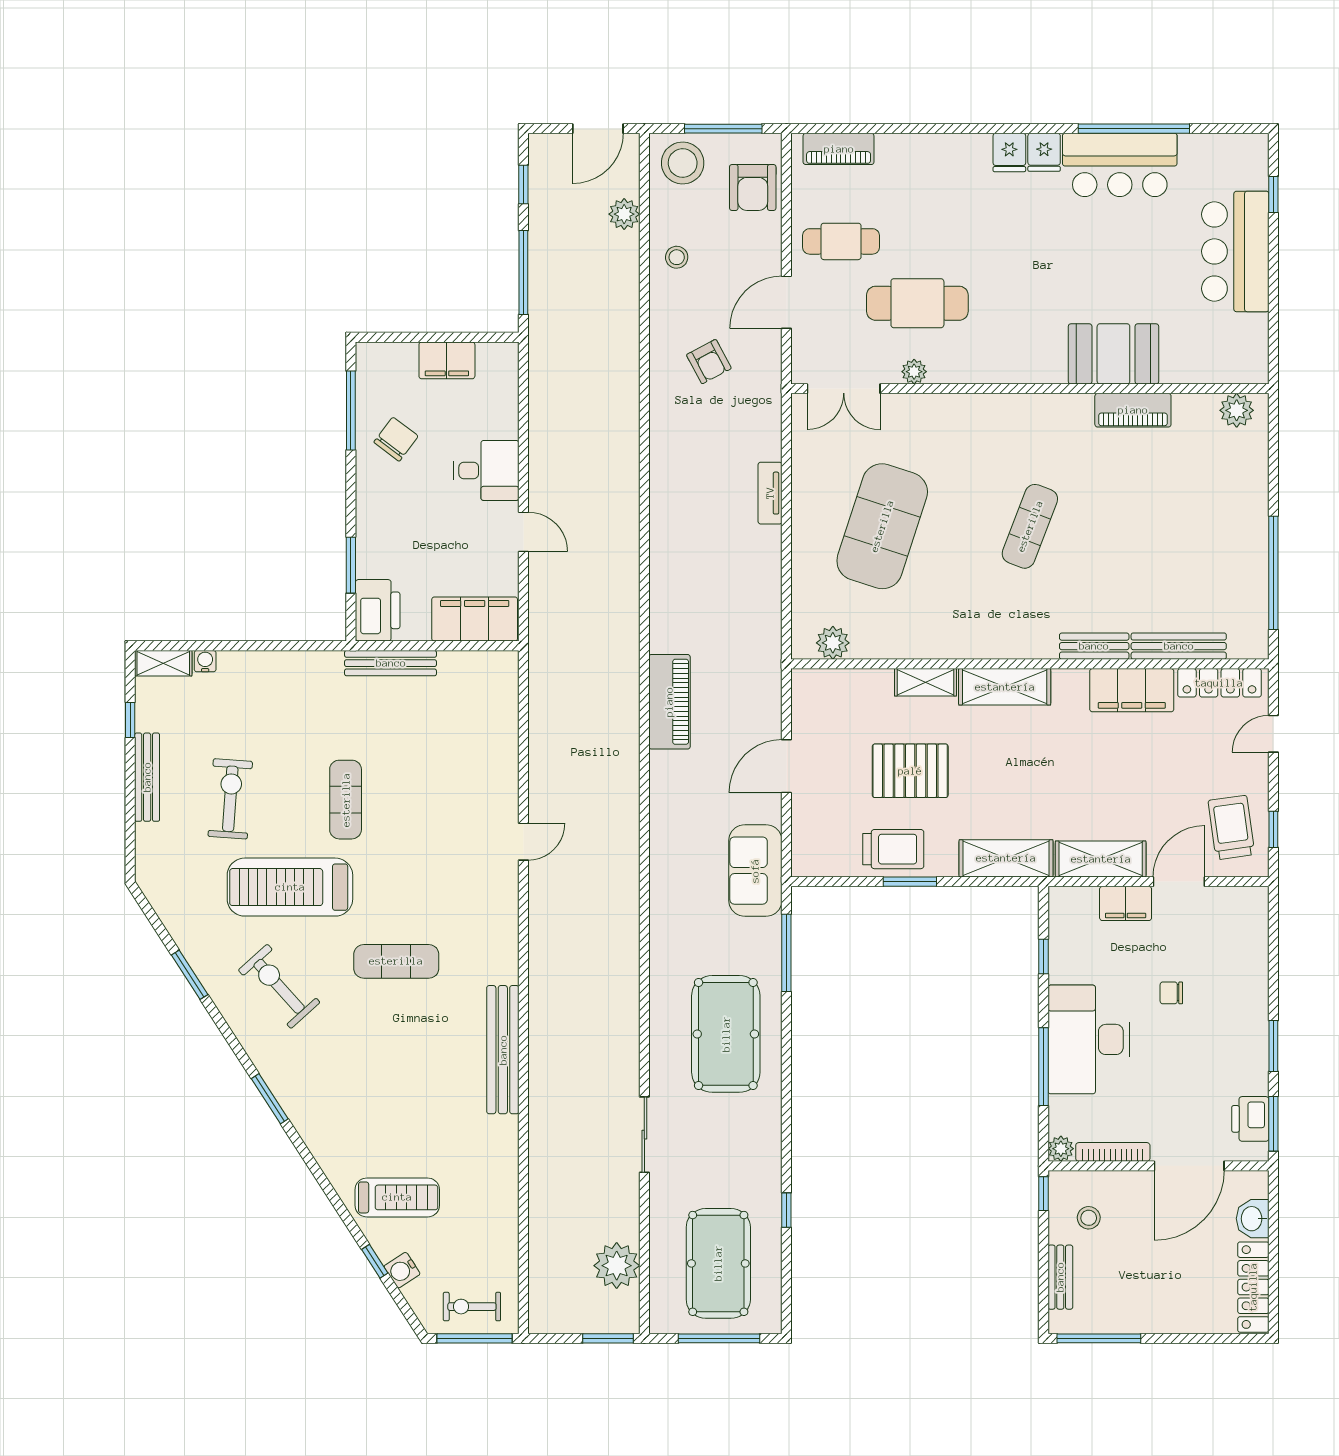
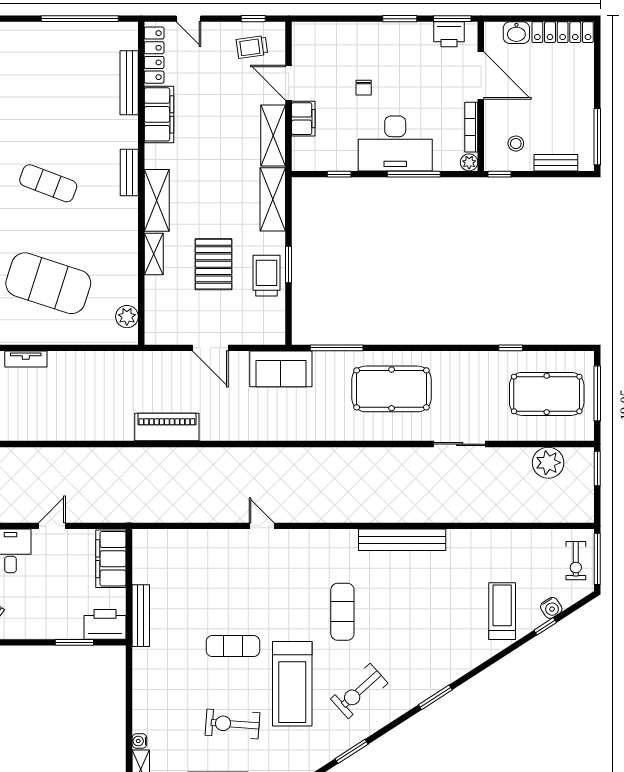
bench: (1094, 646) -> (129, 173), moved
trolley: (1231, 827) -> (252, 47), width x0.73, depth x0.72

